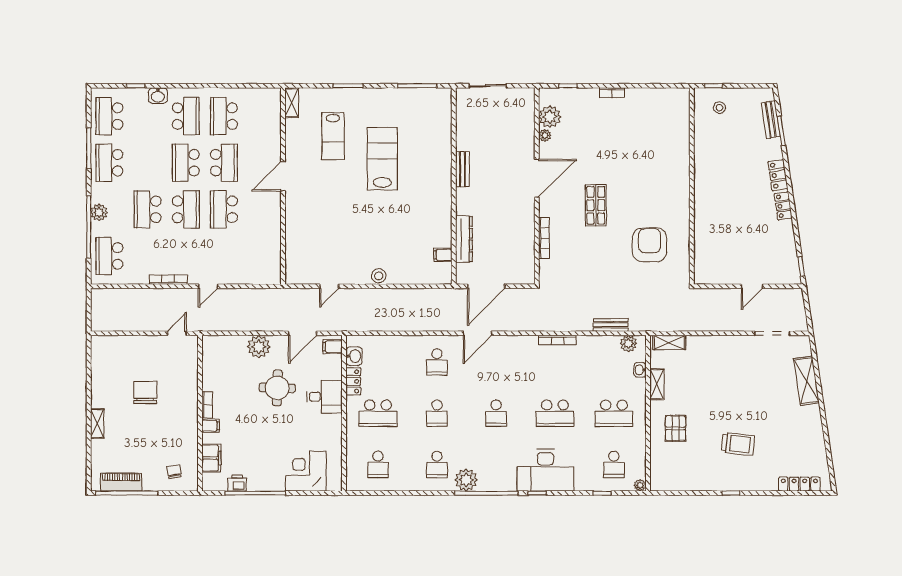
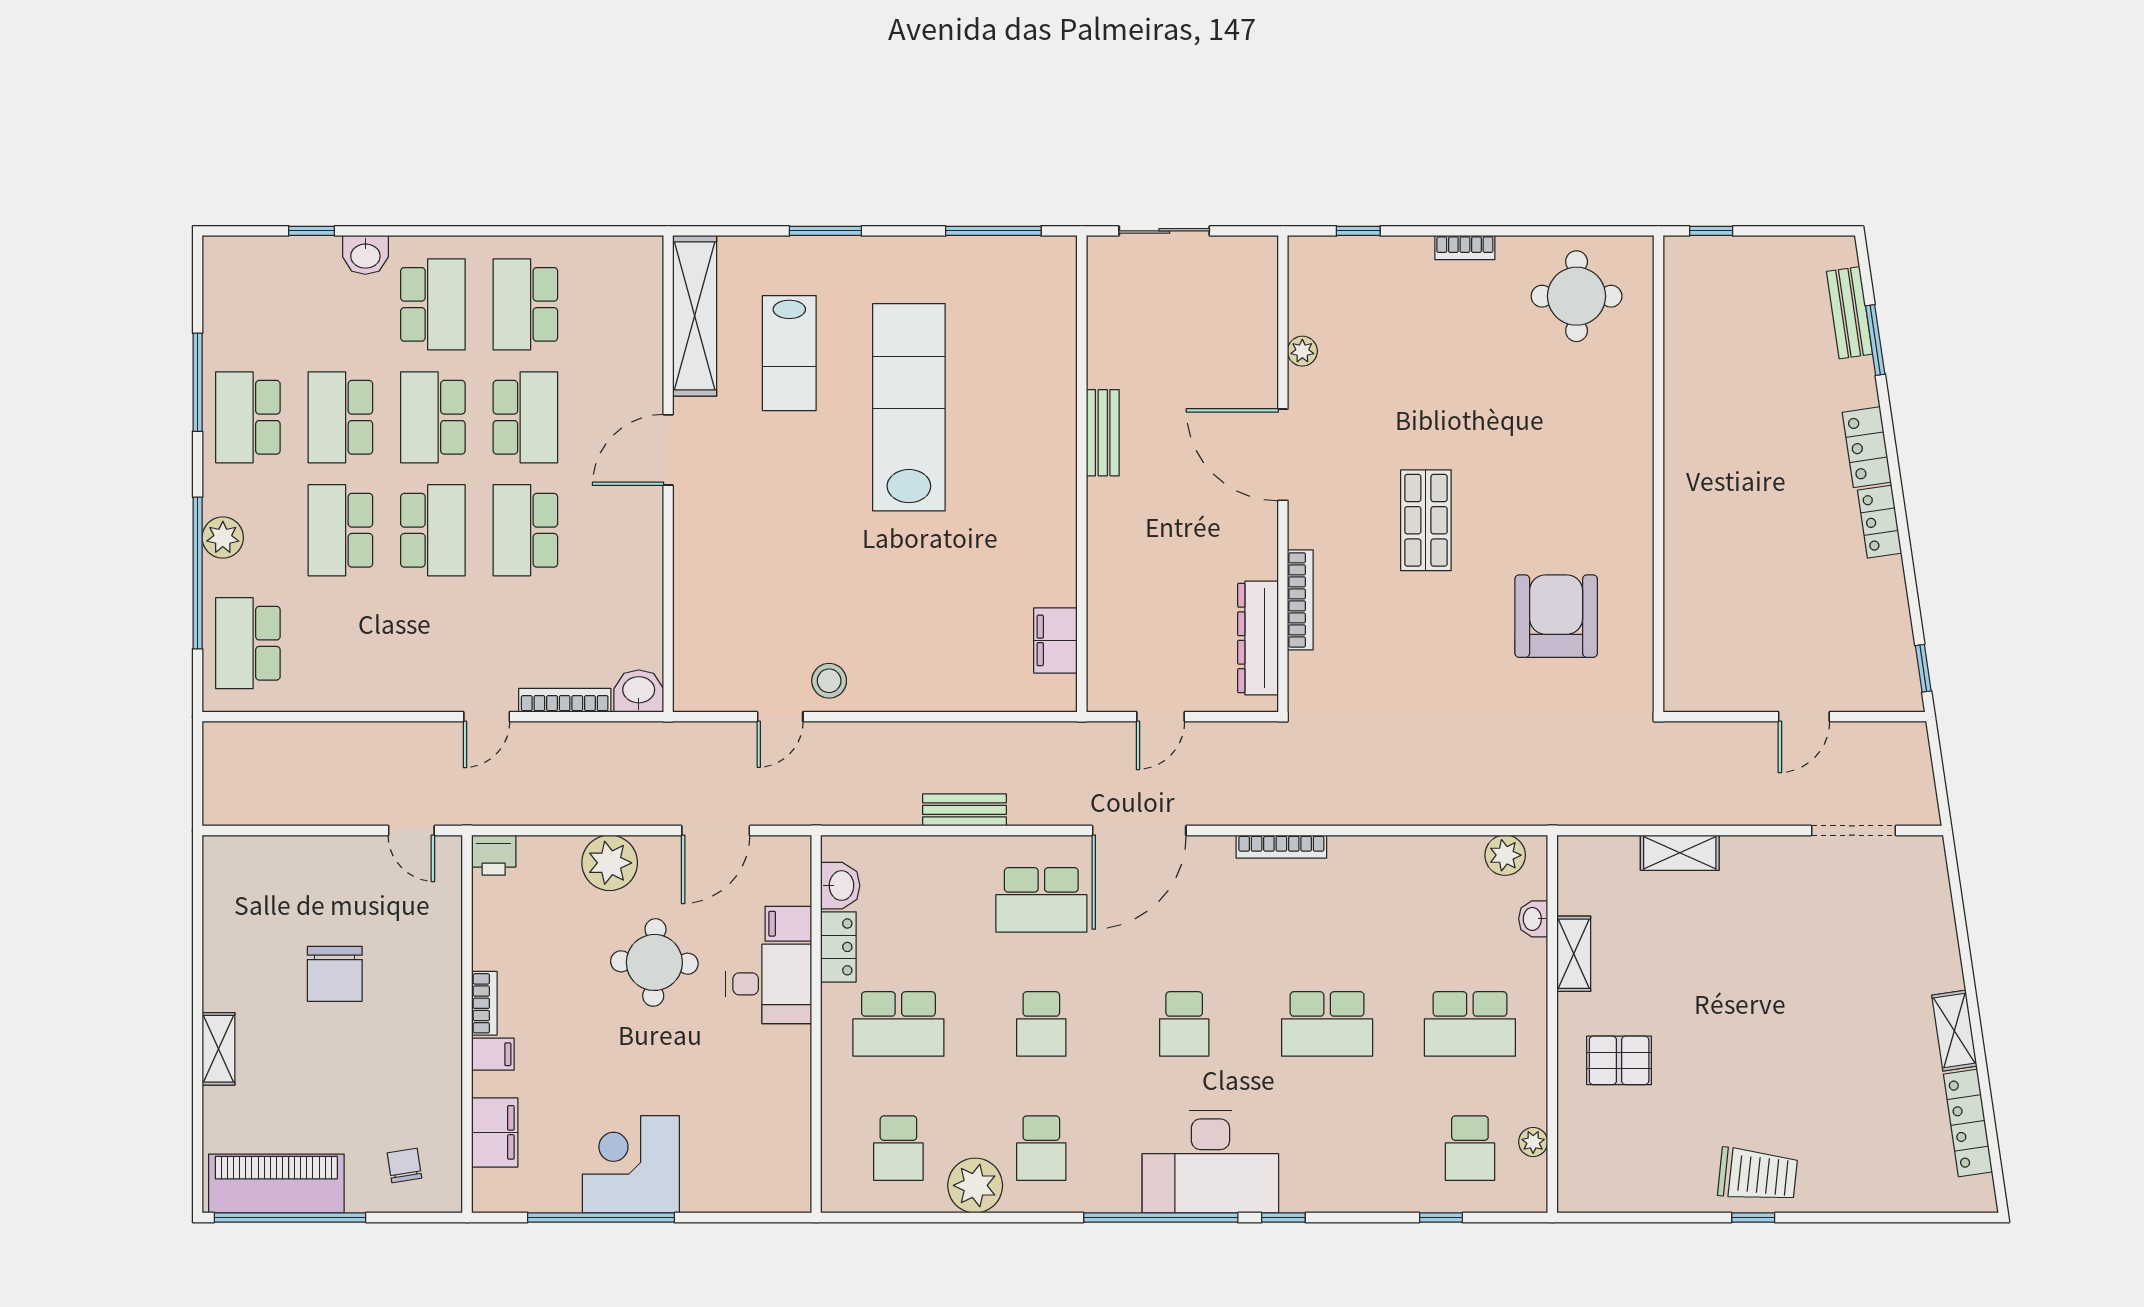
shelving: (292, 103) -> (695, 316), width x2.20, depth x1.33
stool: (720, 108) -> (1726, 284), removed
round table: (658, 113) -> (1577, 296), added
school desk: (109, 116) -> (340, 417), moved
plant: (550, 117) -> (1315, 306), removed
lab bench: (382, 159) -> (909, 407), width x1.36
door: (537, 178) -> (1283, 455), swing flipped
dresser: (464, 239) -> (1258, 638), moved, turned 180
filing cabinet: (443, 255) -> (1055, 640), width x2.00
washbasin: (271, 276) -> (639, 691), added
stool: (379, 276) -> (829, 681), moved
bookcase: (168, 280) -> (565, 700), moved
door: (486, 286) -> (1161, 717), width x0.53
bench: (611, 325) -> (964, 810), moved
door: (177, 333) -> (411, 830), swing flipped
door: (477, 333) -> (1139, 830), width x1.36
bookcase: (557, 340) -> (1281, 847), moved
shelving: (669, 343) -> (1680, 853), moved
filing cabinet: (333, 347) -> (788, 924), moved
school desk: (437, 362) -> (1041, 900), width x1.85
shelving: (806, 381) -> (1954, 1031), moved, width x0.67, depth x0.75
chair: (145, 393) -> (335, 974), turned 180
pallet: (676, 428) -> (1619, 1060), turned 90
trolley: (738, 444) -> (1758, 1175), moved
desk: (545, 470) -> (1210, 1162), moved
corner desk: (306, 471) -> (631, 1164), moved
plant: (466, 480) -> (975, 1185), moved
piano: (121, 482) -> (276, 1183), width x1.37, depth x1.33
printer: (237, 483) -> (494, 855), moved, turned 180
locker: (799, 484) -> (1968, 1123), moved, turned -98
plant: (640, 485) -> (1533, 1142), moved

